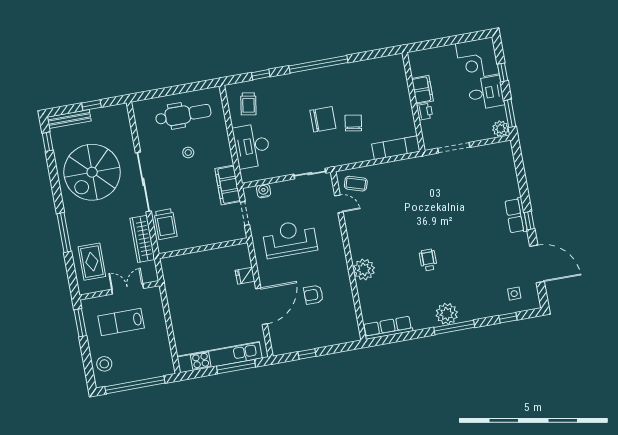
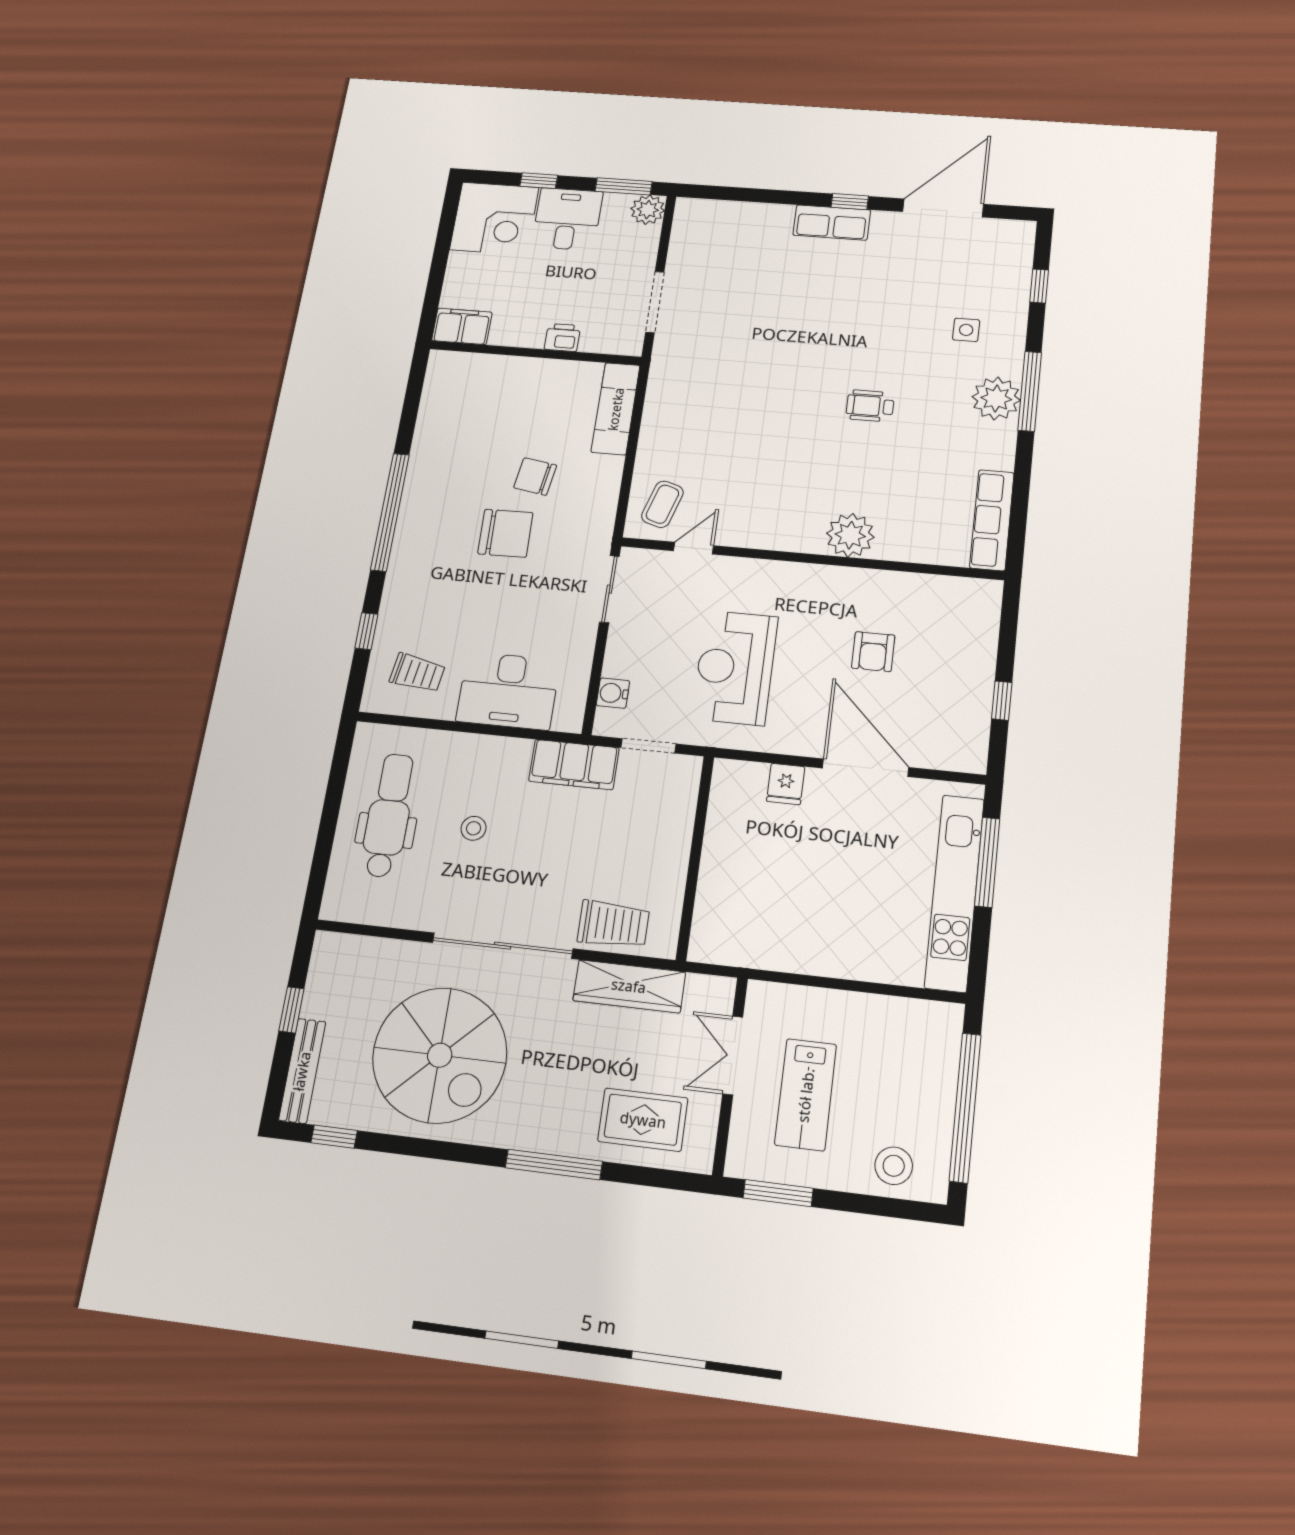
filing cabinet: (422, 90) -> (462, 326), moved
chair: (323, 119) -> (505, 533), turned 89
side table: (514, 294) -> (966, 330), moved

